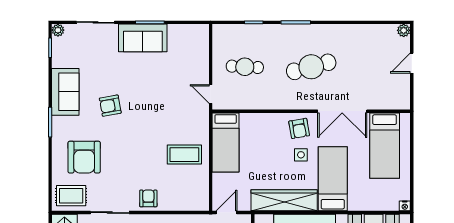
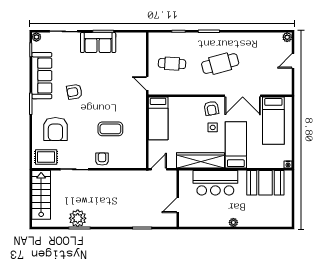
sofa: (65, 92) -> (42, 76), width x1.36
coffee table: (184, 155) -> (110, 129), moved

